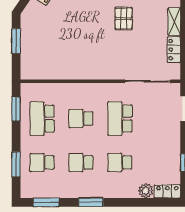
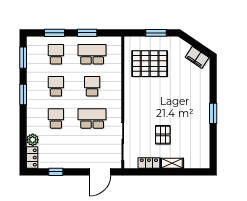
pallet: (124, 18) -> (163, 135), moved, turned 90
pallet: (53, 49) -> (150, 64), added
window: (16, 109) -> (87, 33), moved

